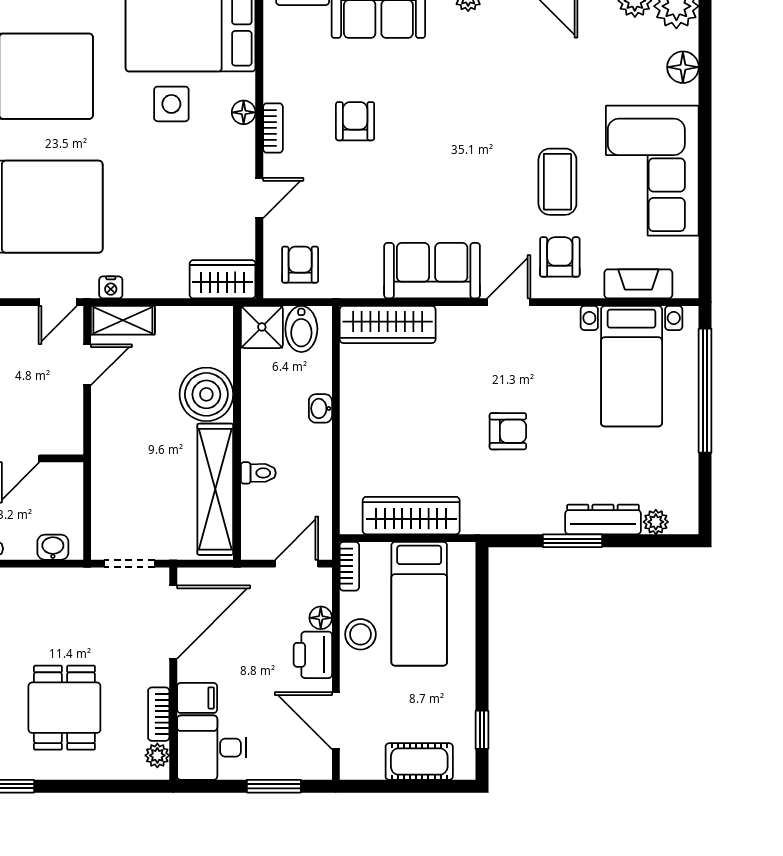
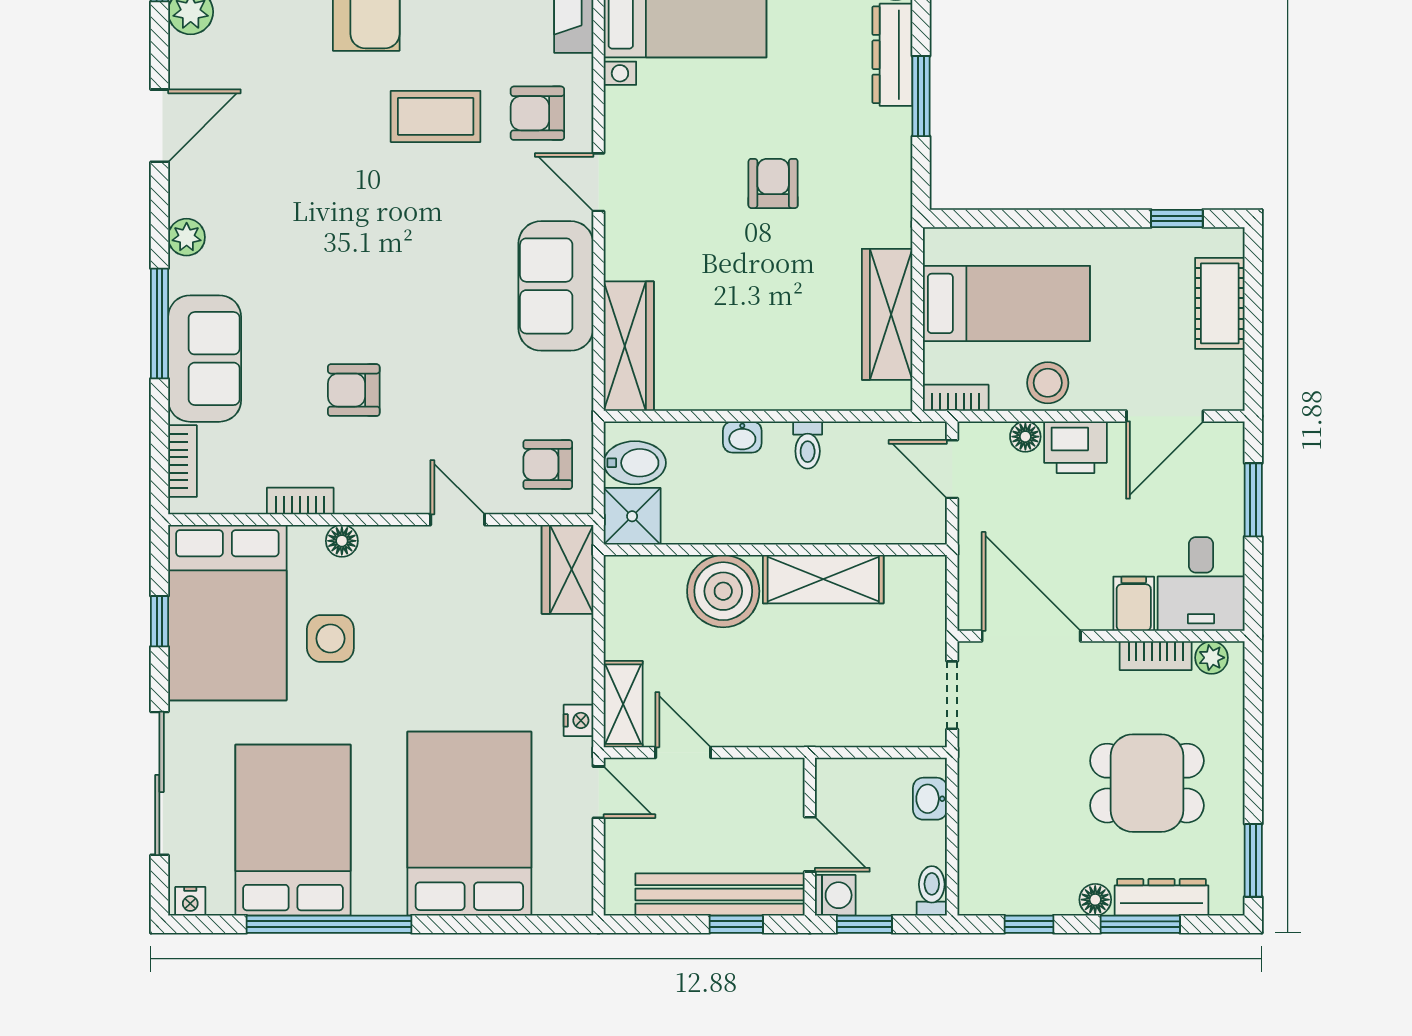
bookcase: (273, 128) -> (300, 501), moved
toilet: (258, 473) -> (808, 445), moved, turned 180
shelving: (215, 489) -> (823, 579), width x0.68

